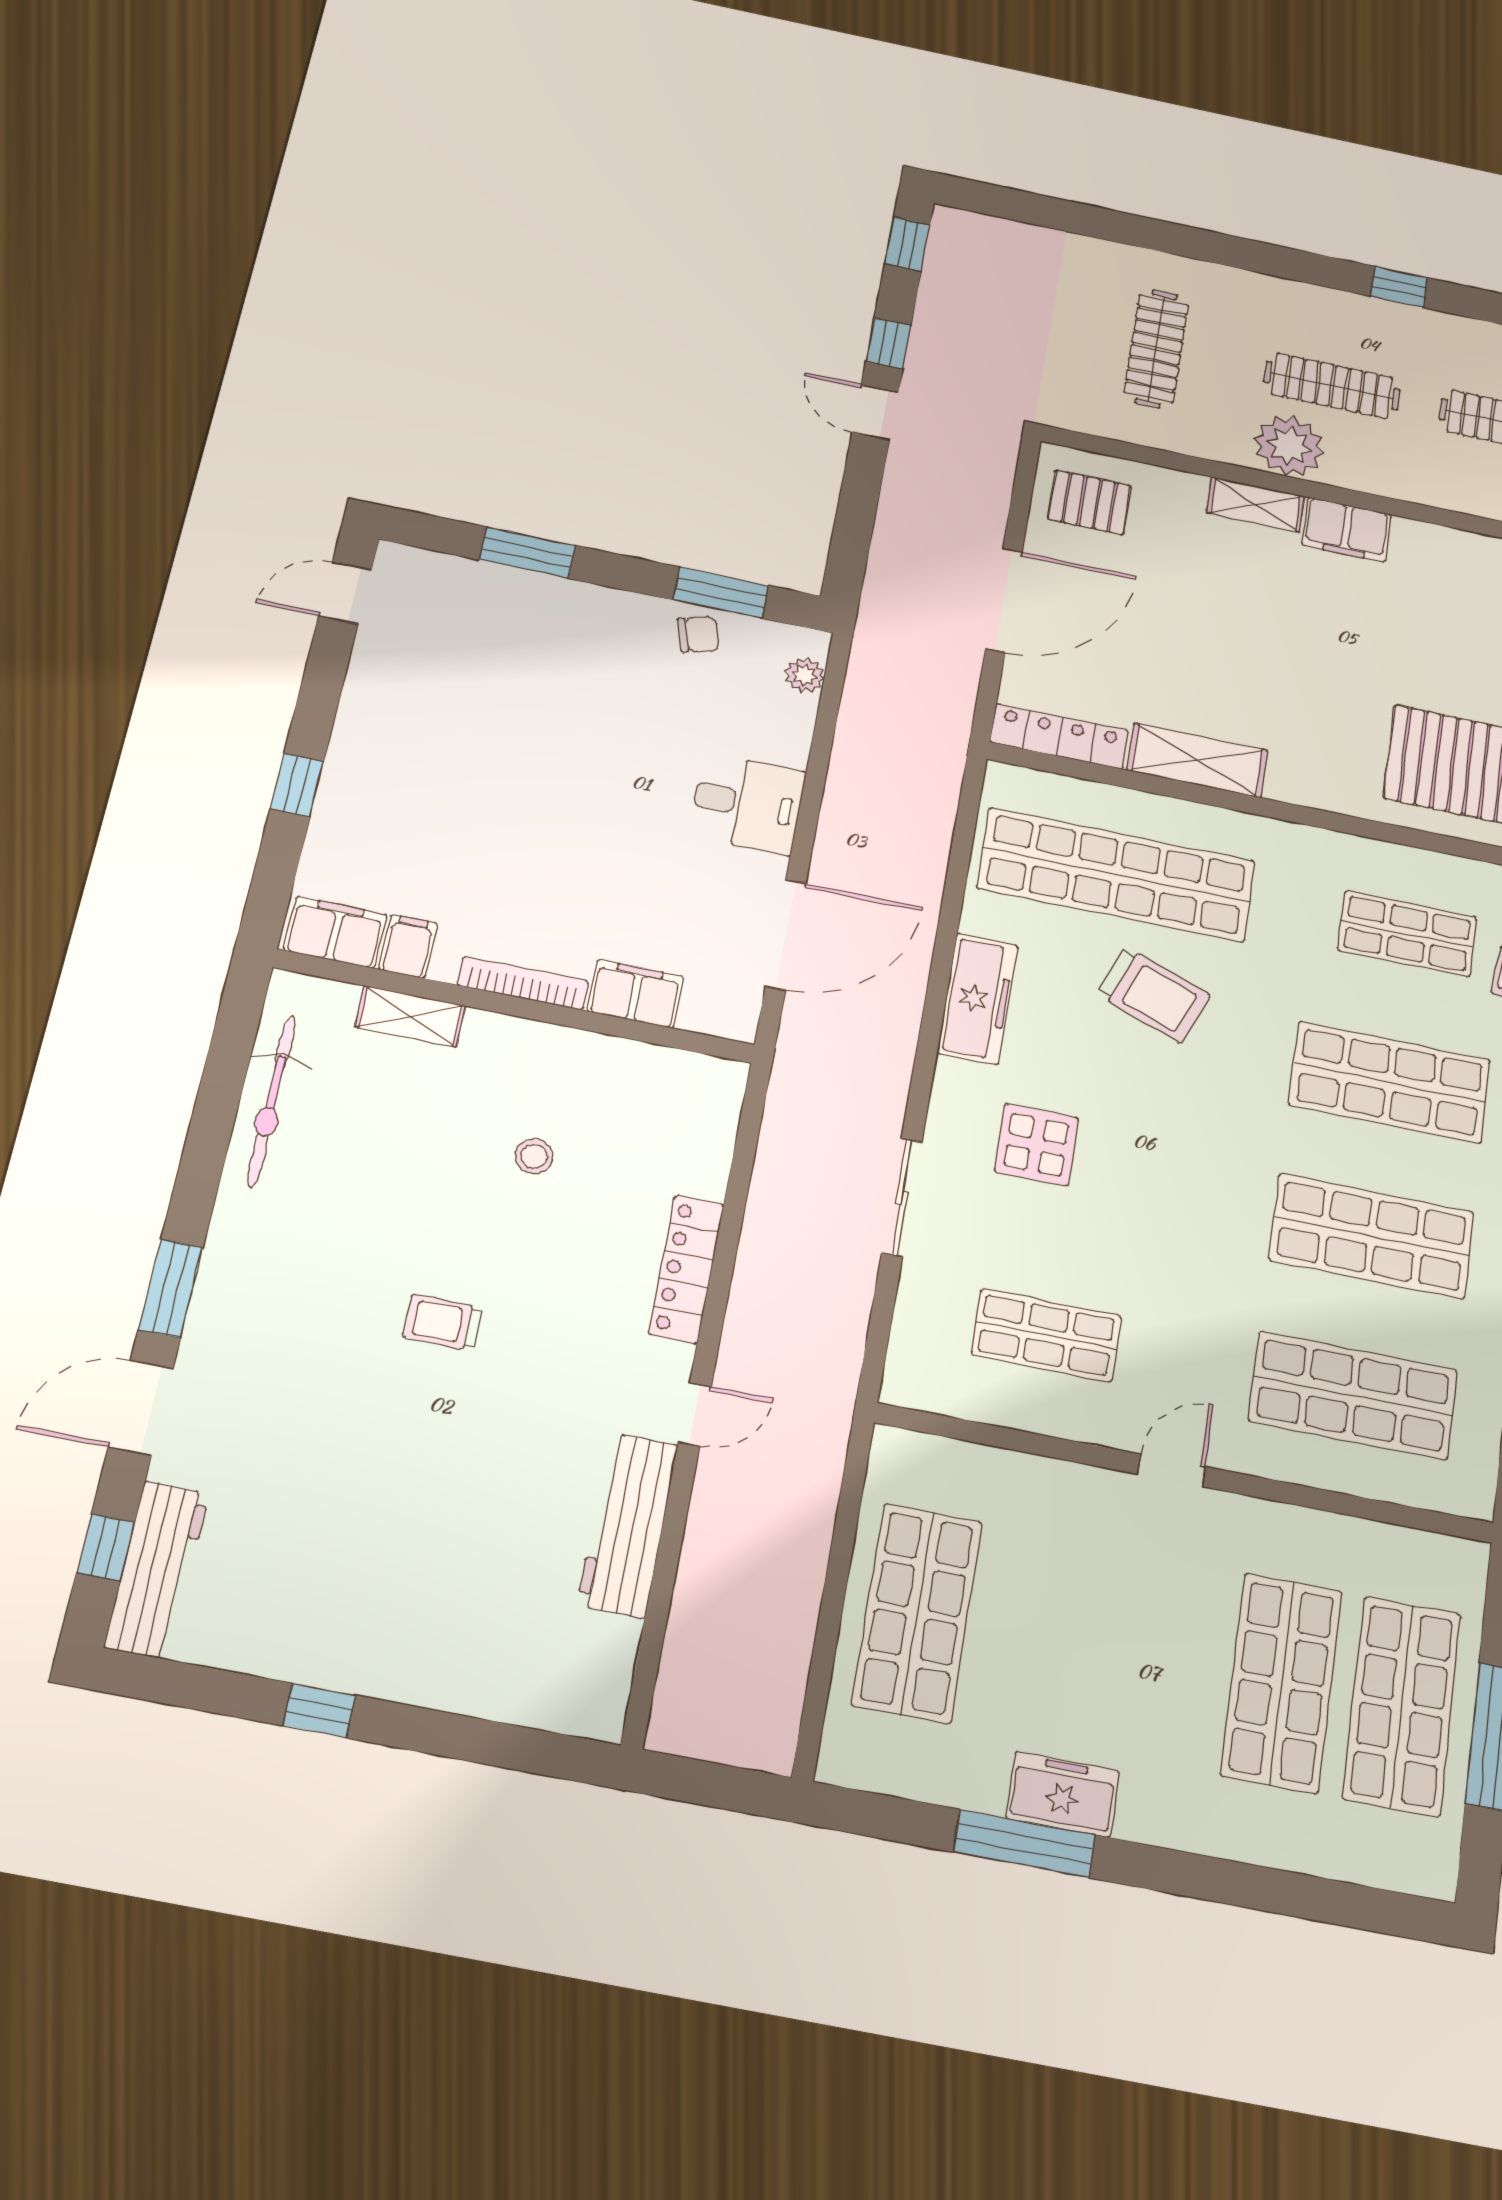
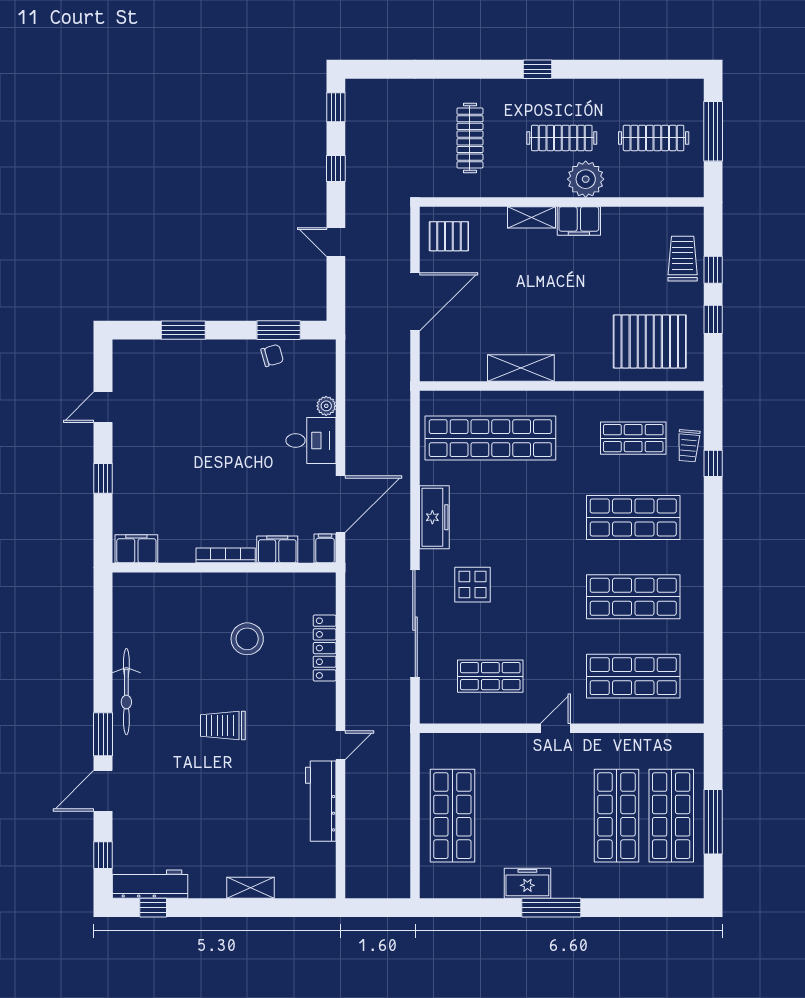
window: (1399, 287) -> (537, 69), moved
door: (875, 412) -> (336, 242), moved
plant: (1289, 446) -> (586, 179), moved
door: (345, 593) -> (103, 407), moved
plant: (805, 675) -> (326, 406), moved
locker: (1059, 736) -> (453, 370), removed
filing cabinet: (408, 946) -> (325, 548), moved
trolley: (1153, 995) -> (516, 497), removed
shelving: (410, 1016) -> (251, 888), moved
bicycle: (271, 1101) -> (126, 692), moved
stool: (534, 1156) -> (247, 639), width x1.89, depth x1.89
sliding door: (902, 1197) -> (415, 624), width x1.86
locker: (686, 1269) -> (325, 648), moved
trolley: (442, 1322) -> (223, 726), width x1.36, depth x1.39
workbench: (157, 1570) -> (150, 884), moved, turned -90
window: (319, 1711) -> (153, 908), moved
window: (1024, 1844) -> (551, 908), moved

